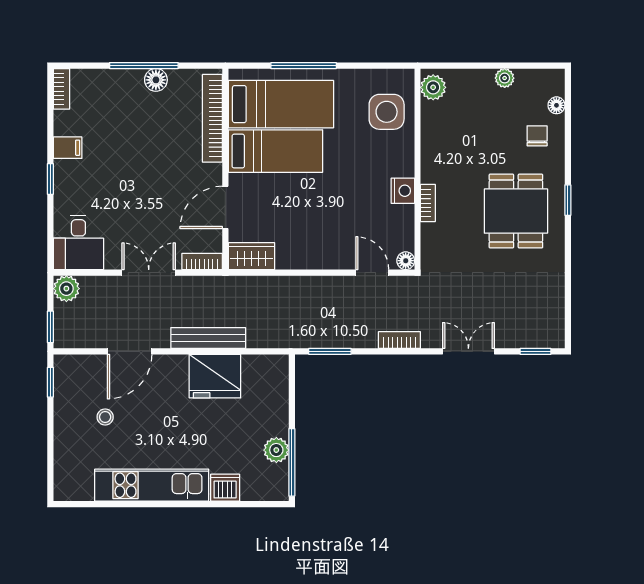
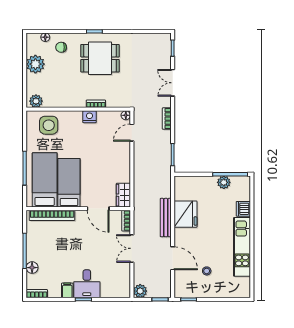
plant: (505, 78) -> (35, 64), width x1.87, depth x1.87
floor lamp: (156, 80) -> (32, 268), moved
desk: (78, 242) -> (87, 284), moved, turned 90

